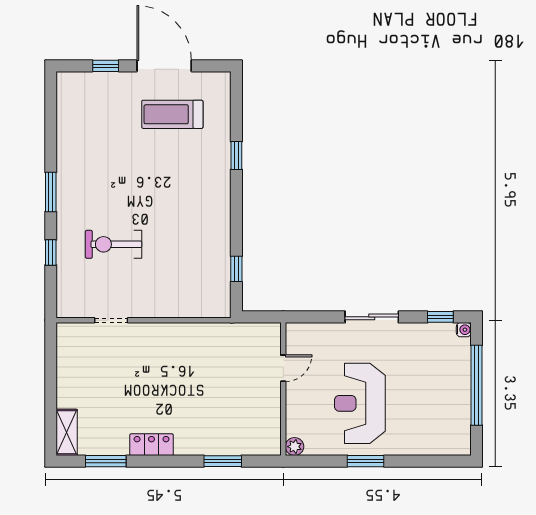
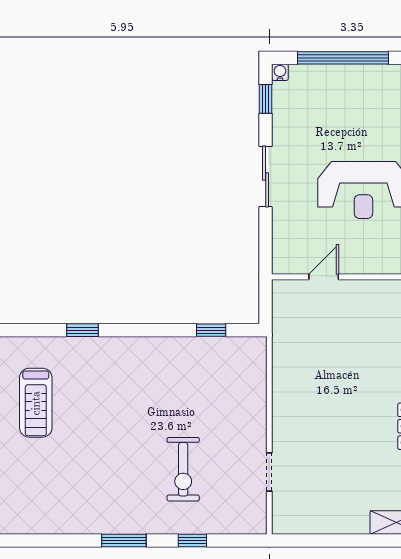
door: (283, 368) -> (324, 277), hinge flipped

